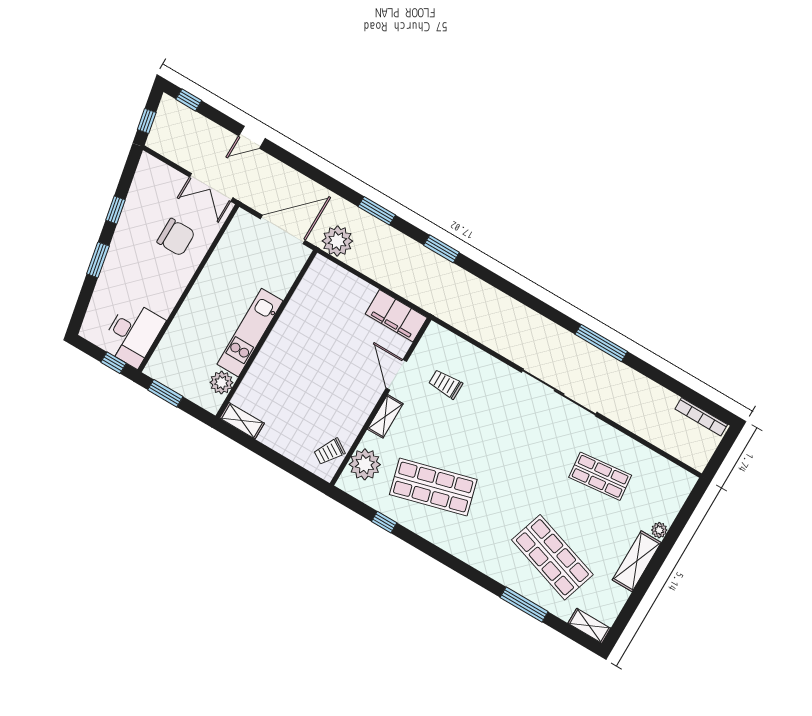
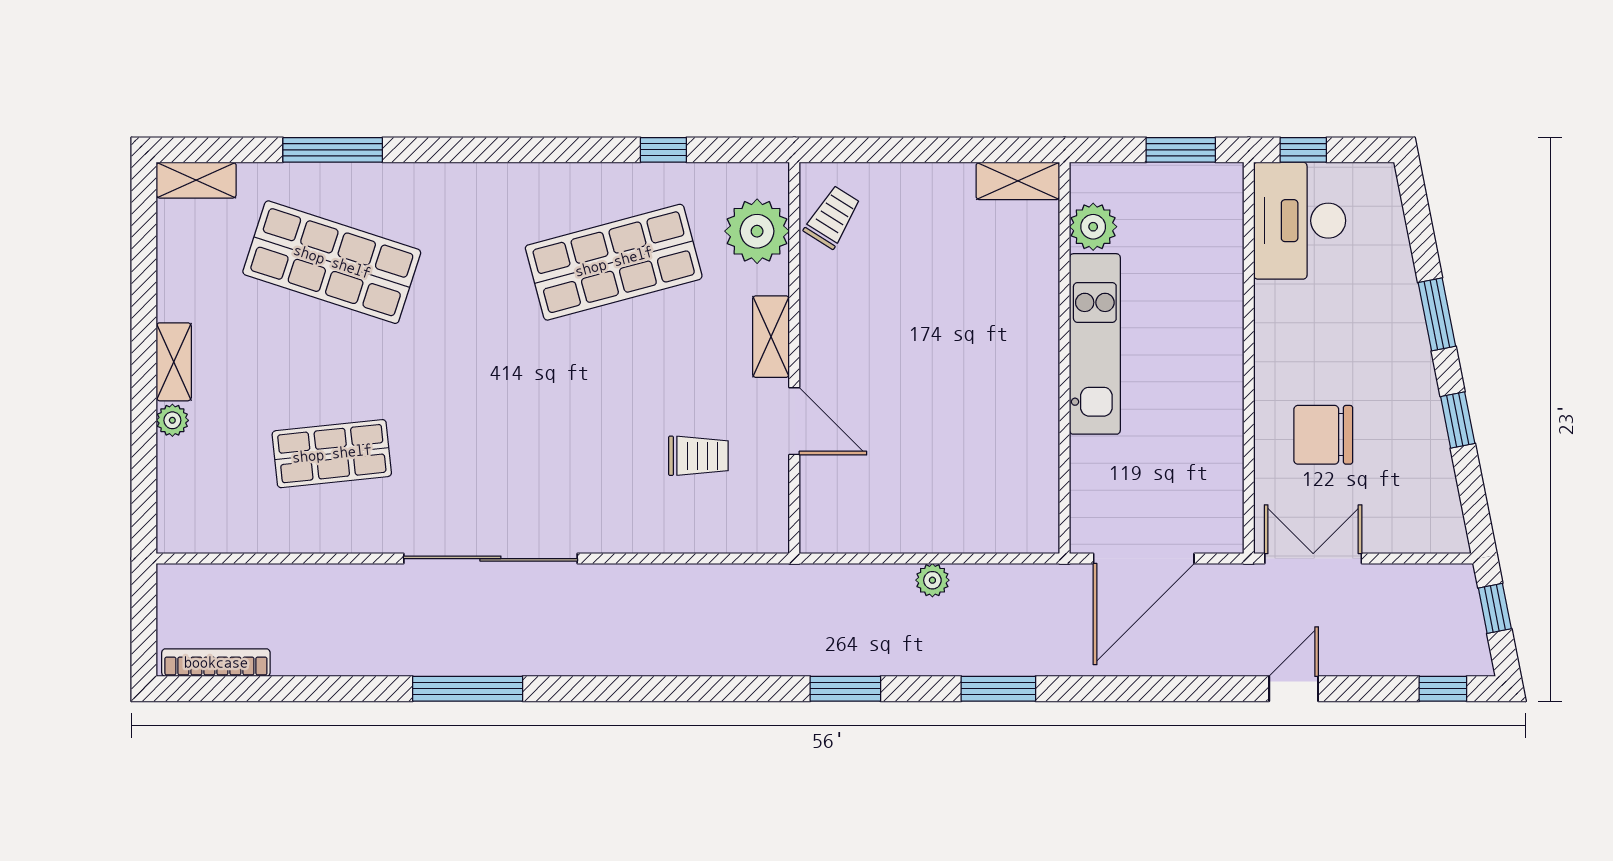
plant: (337, 241) -> (932, 580), moved, width x0.53, depth x0.53
filing cabinet: (396, 316) -> (855, 524), removed
shelving: (637, 561) -> (174, 362), width x0.67, depth x0.75

